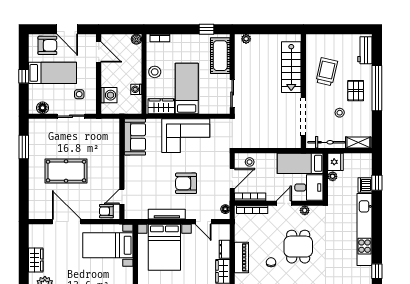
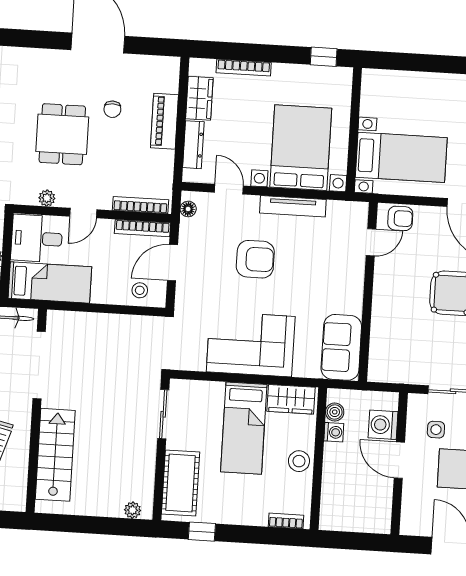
boiler: (136, 39) -> (335, 412), moved
door: (99, 52) -> (399, 460), moved
dresser: (225, 249) -> (193, 145), width x1.44

